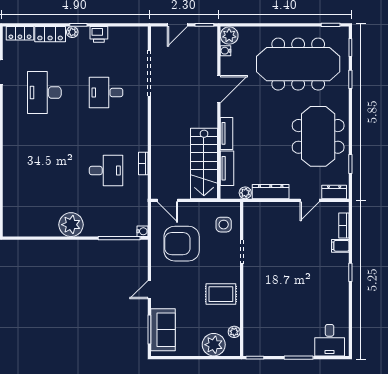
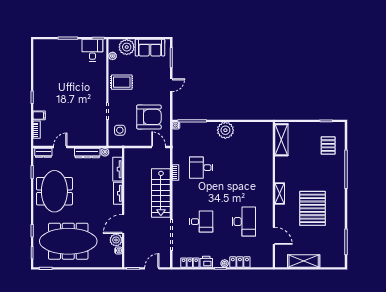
locker: (20, 33) -> (190, 263), moved
plant: (229, 36) -> (116, 240), moved
stairs: (204, 163) -> (161, 193), moved, turned 180
sofa: (163, 330) -> (150, 48), moved, turned -90
desk: (330, 340) -> (92, 50), moved

